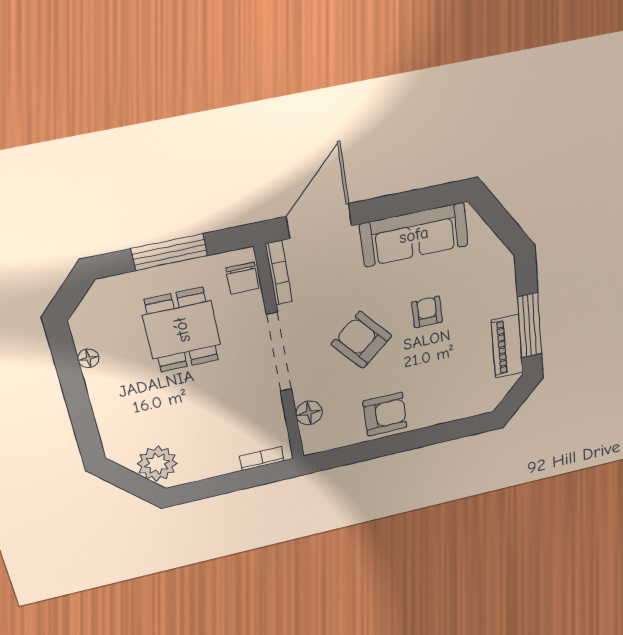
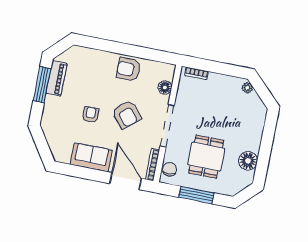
door: (319, 221) -> (126, 181), swing flipped
sofa: (414, 235) -> (91, 157), width x0.73
armchair: (427, 312) -> (91, 115), turned 180
floor lamp: (88, 358) -> (248, 161), width x1.89, depth x1.89
plant: (157, 464) -> (247, 88), width x0.53, depth x0.53

